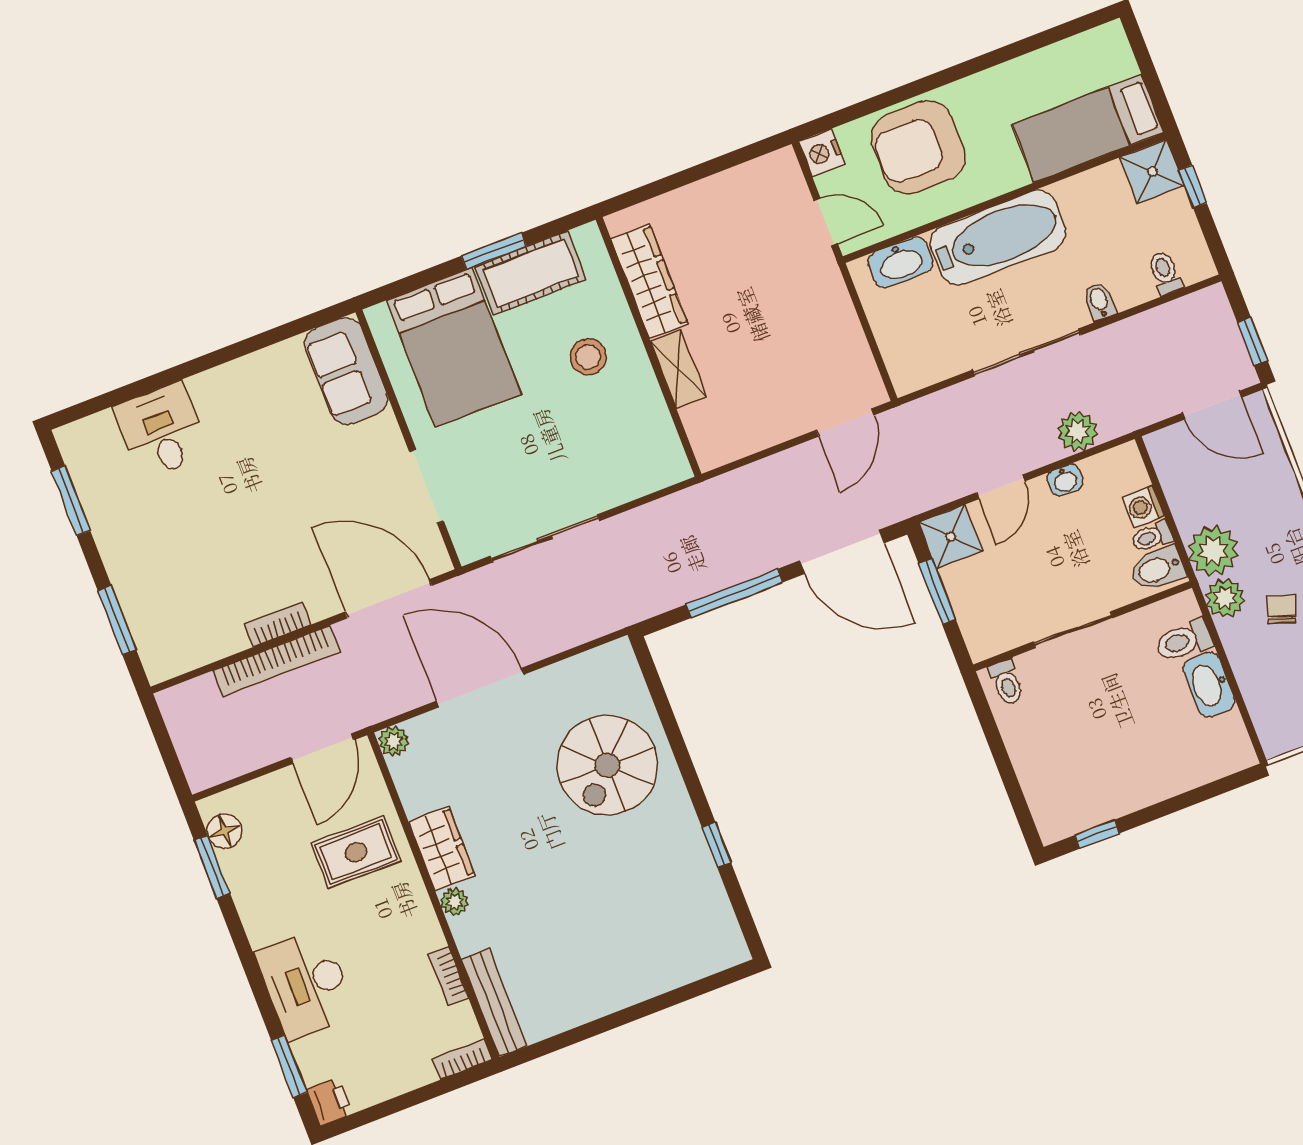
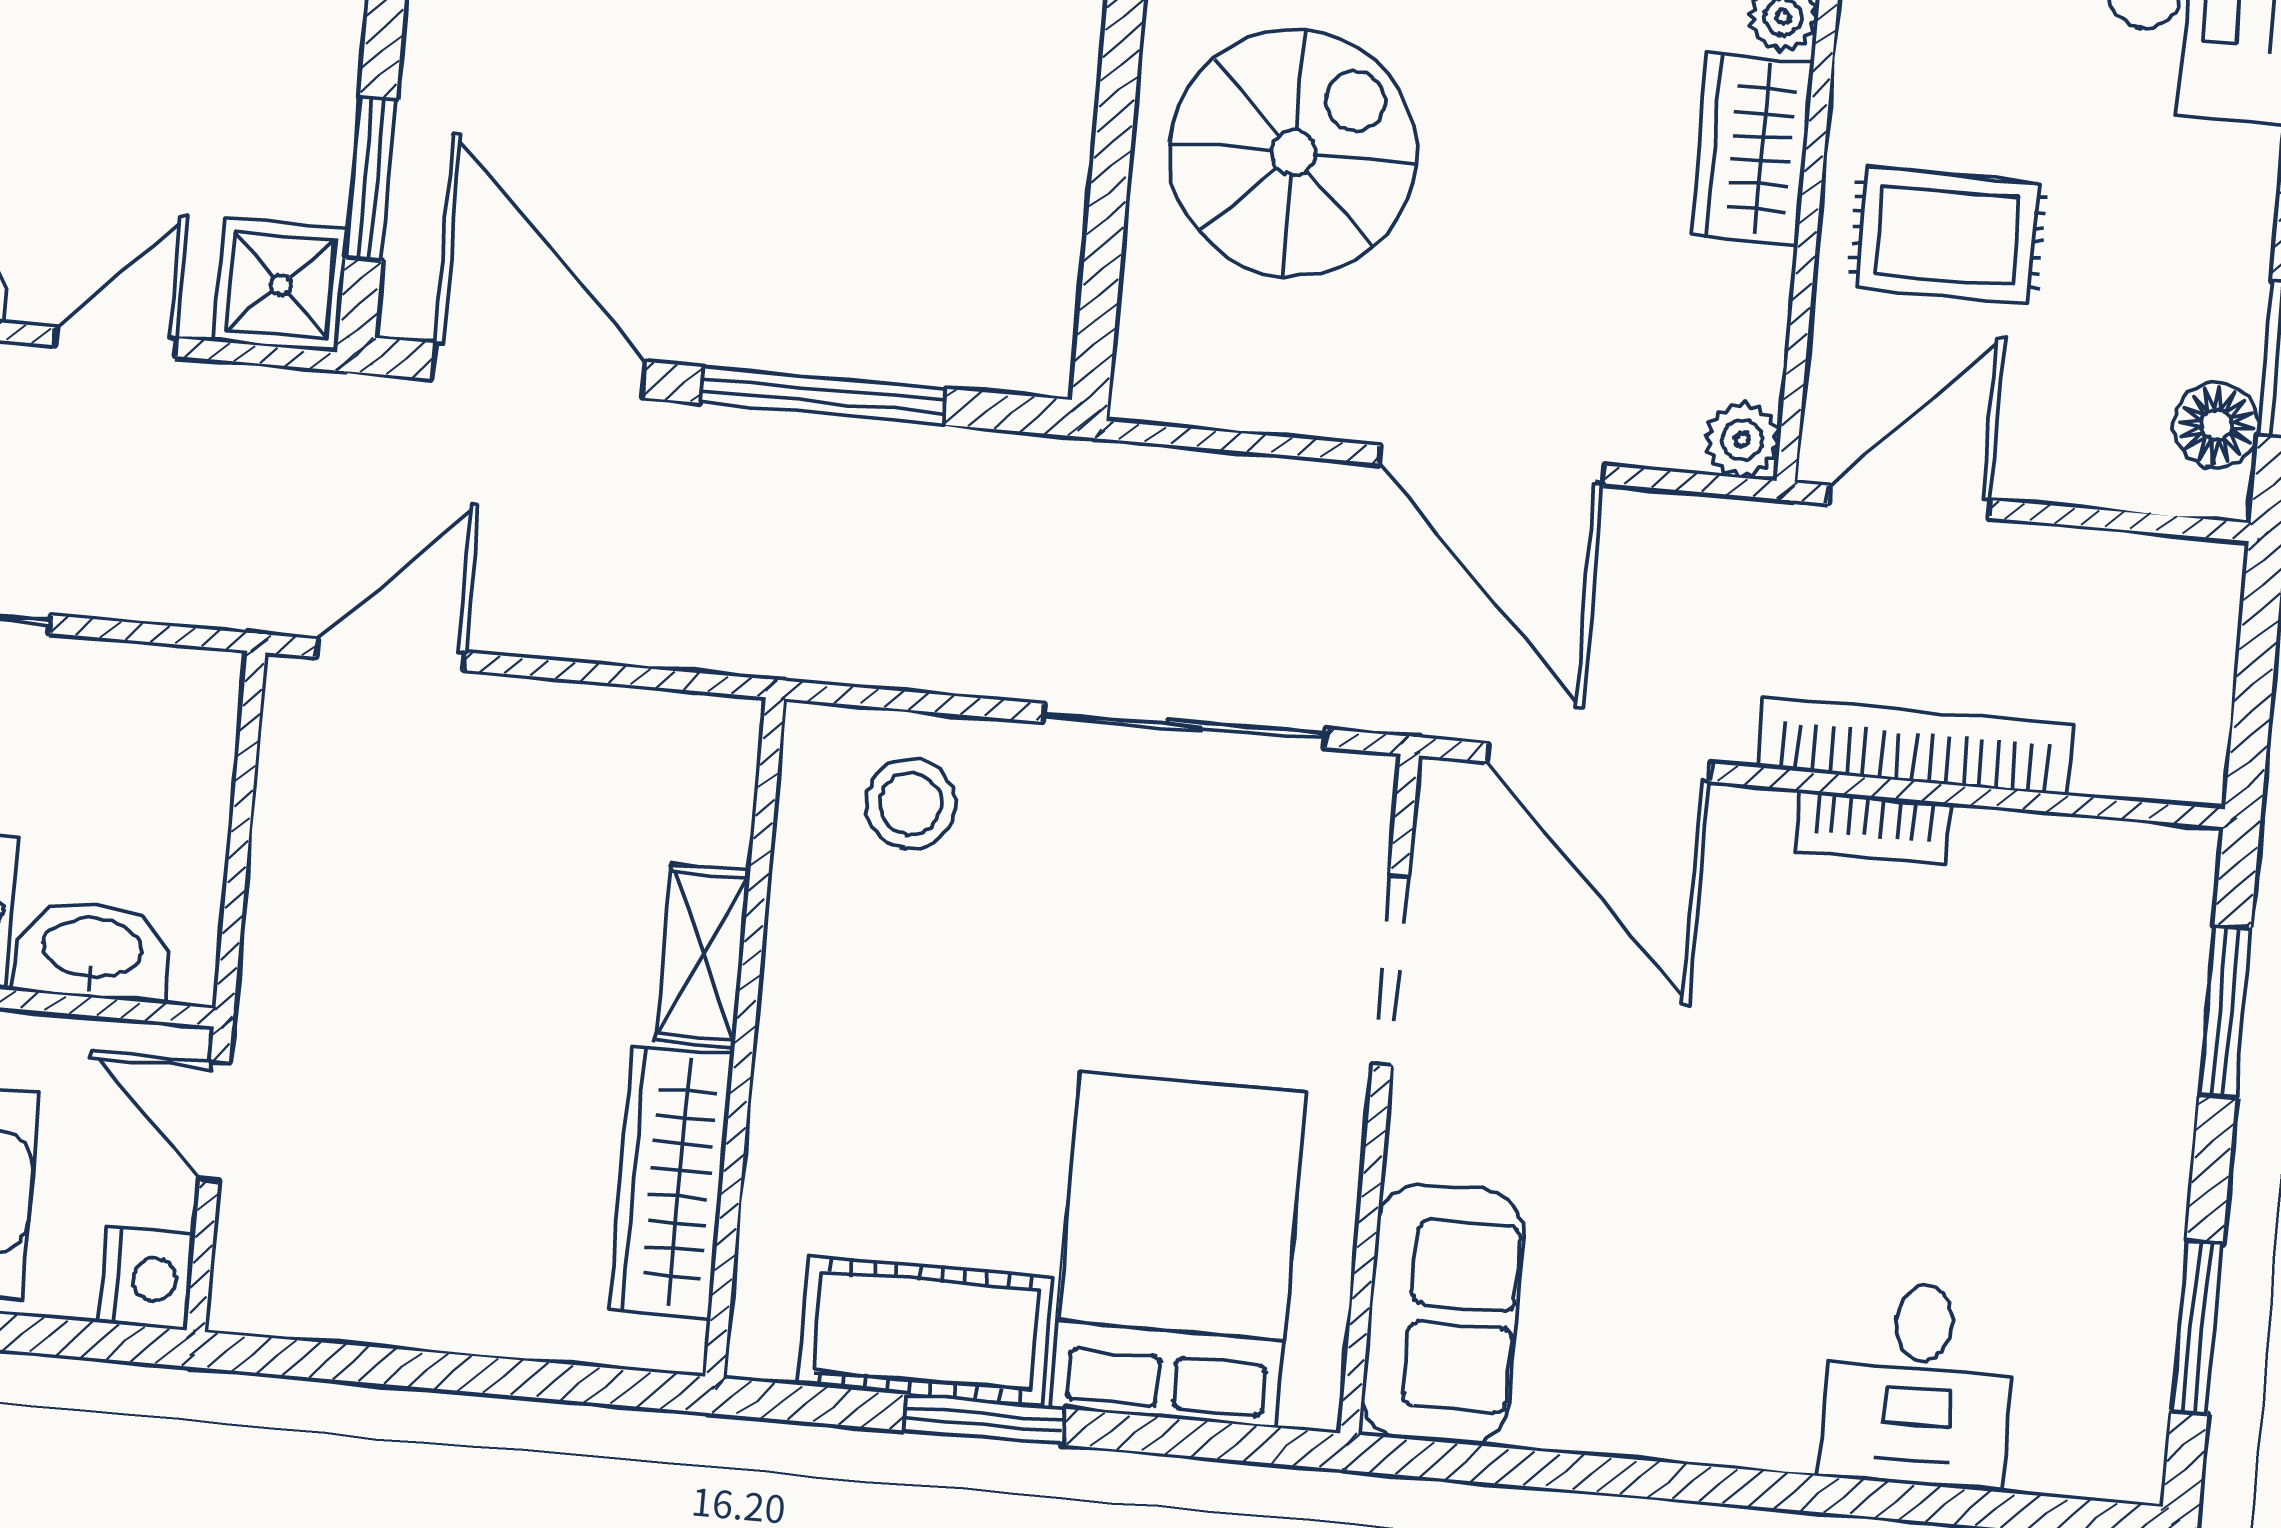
stool: (588, 357) -> (910, 804), moved

